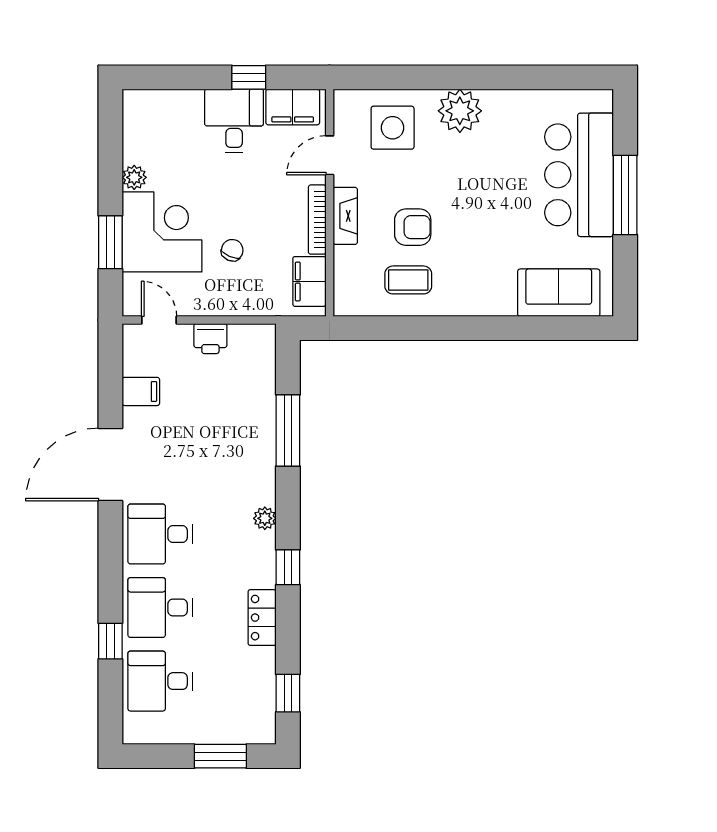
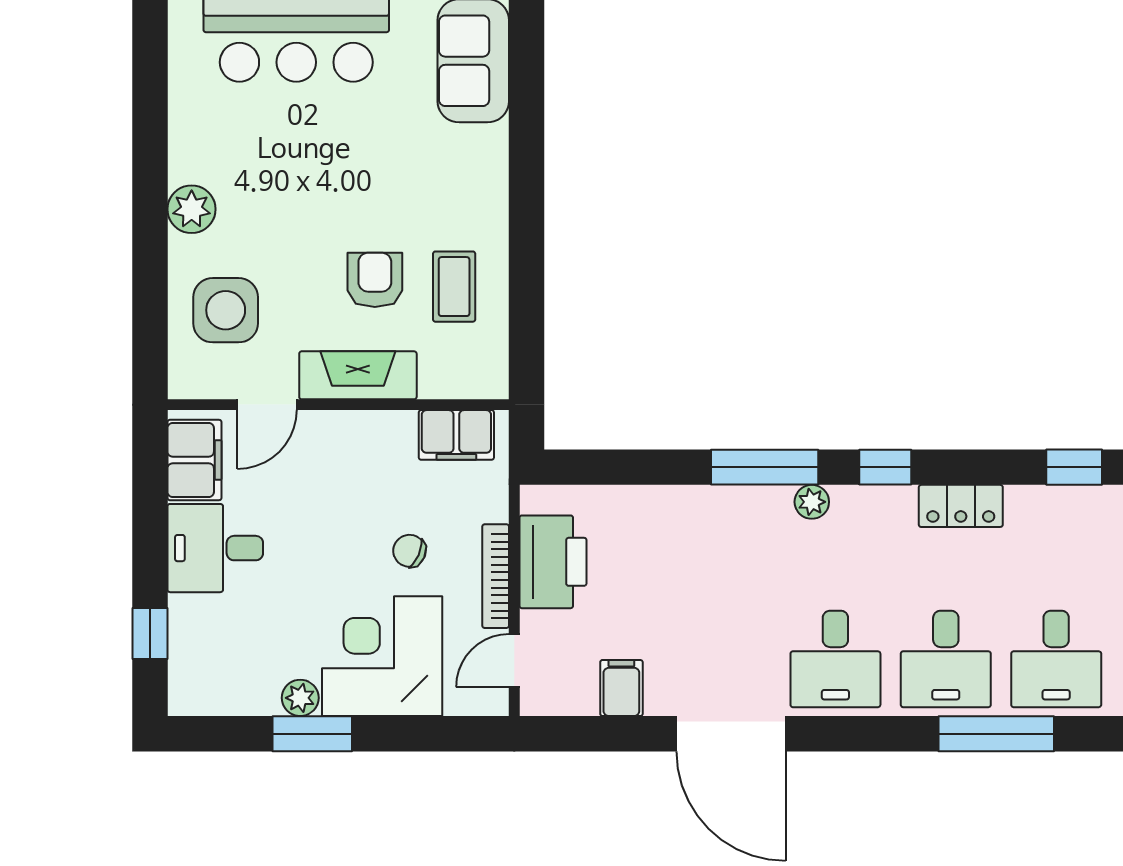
window: (249, 77) -> (150, 633), moved
plant: (460, 111) -> (192, 209), width x0.73, depth x0.73
door: (330, 155) -> (267, 405), hinge flipped
fireplace: (345, 216) -> (358, 375), width x1.37, depth x1.32
bookcase: (317, 220) -> (496, 576), moved, turned 90
window: (110, 242) -> (312, 734), moved
printer: (210, 339) -> (553, 562), width x1.87, depth x1.48
window: (288, 431) -> (765, 467), moved
window: (110, 641) -> (996, 734), width x2.17

